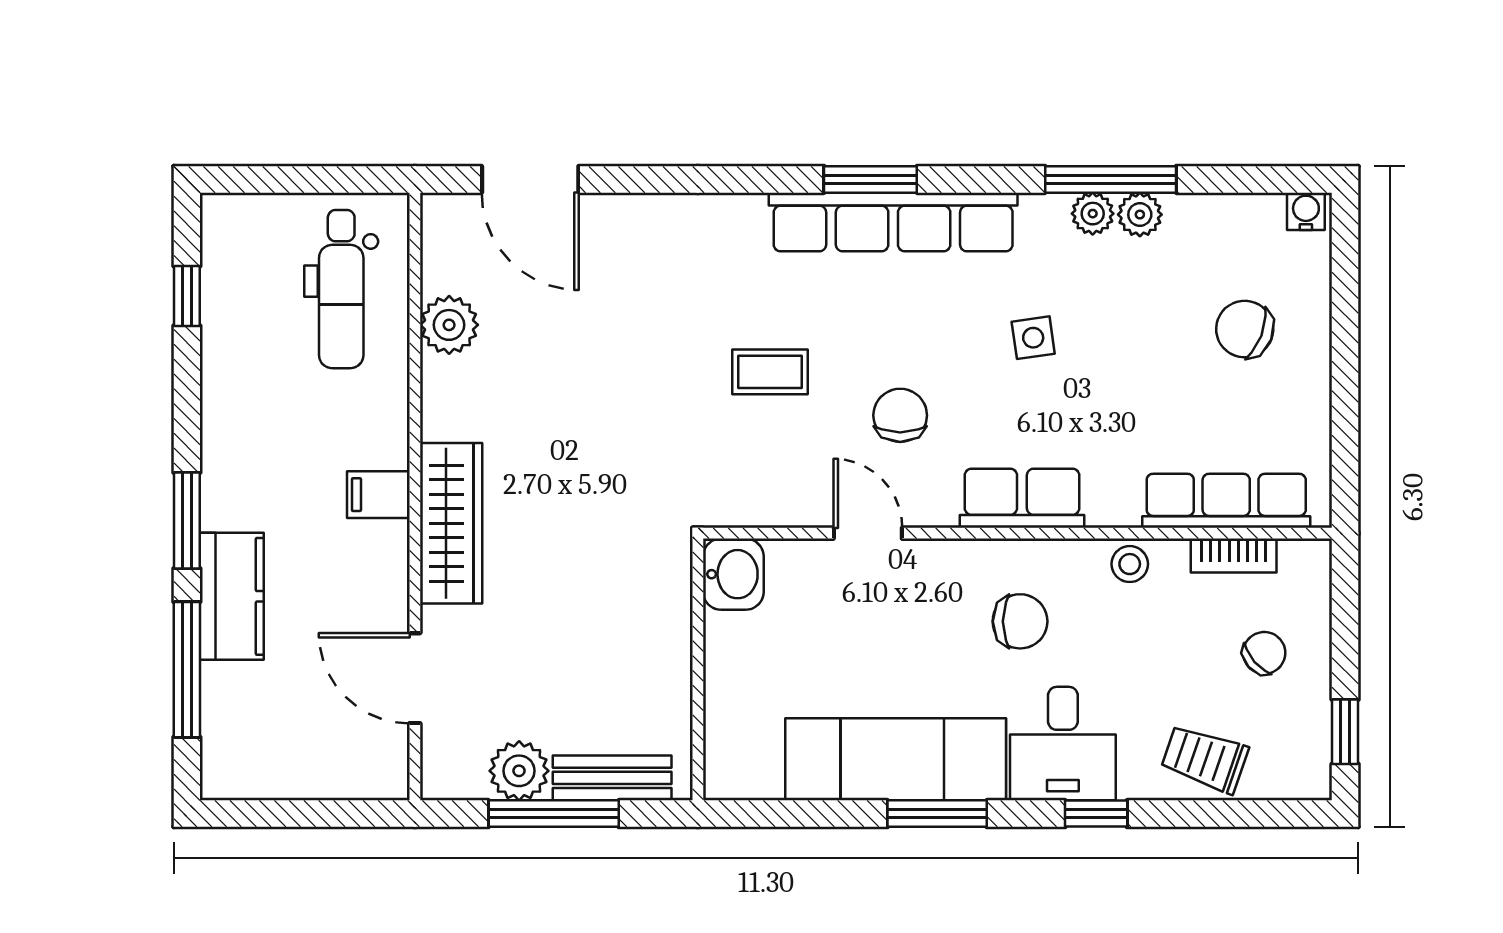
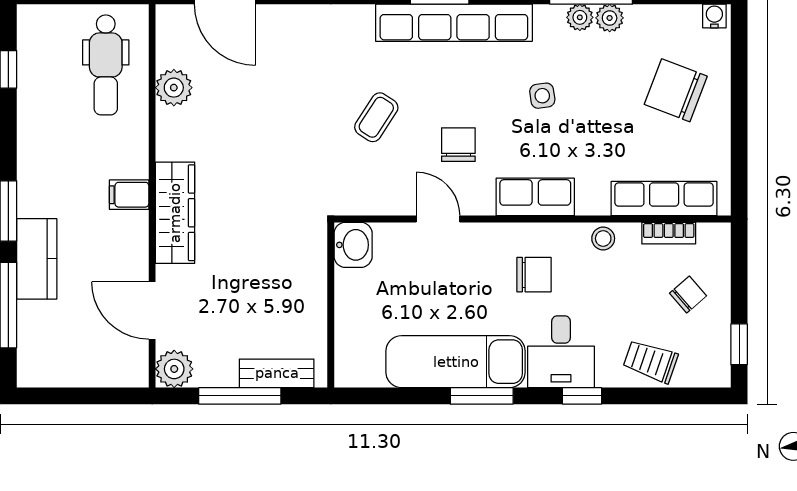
chair: (1245, 329) -> (676, 90), width x1.37, depth x1.37
coffee table: (770, 372) -> (376, 117), turned -57
plant: (519, 771) -> (174, 369), moved

